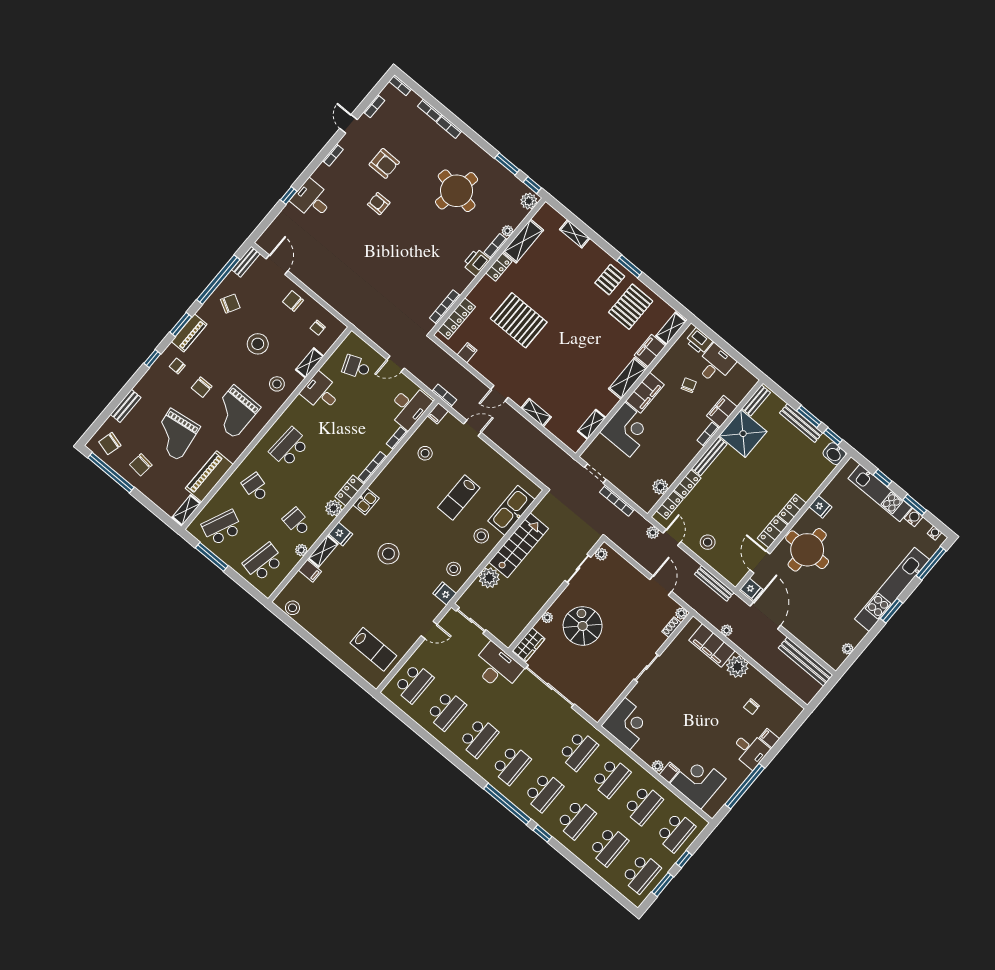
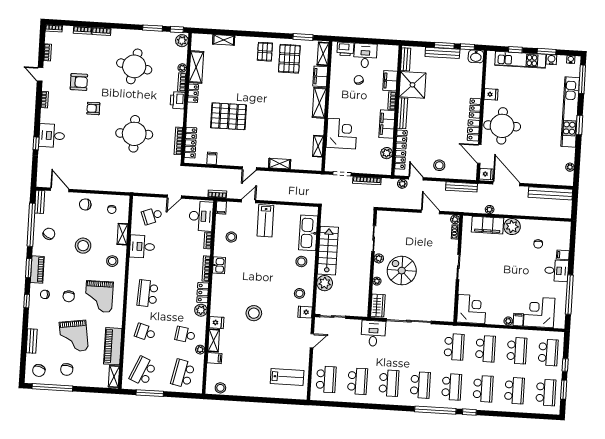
round table: (403, 264) -> (134, 134), added
window: (630, 266) -> (303, 37), moved
filing cabinet: (645, 393) -> (387, 124), moved, turned 180
lab bench: (459, 498) -> (265, 221), moved
kitchen sink: (366, 501) -> (219, 265), moved
plant: (601, 554) -> (379, 258), moved
desk: (497, 667) -> (373, 333), width x0.73

